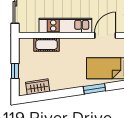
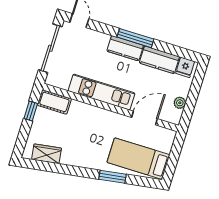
cot: (47, 45) -> (54, 102), moved
window: (15, 71) -> (31, 111), moved

